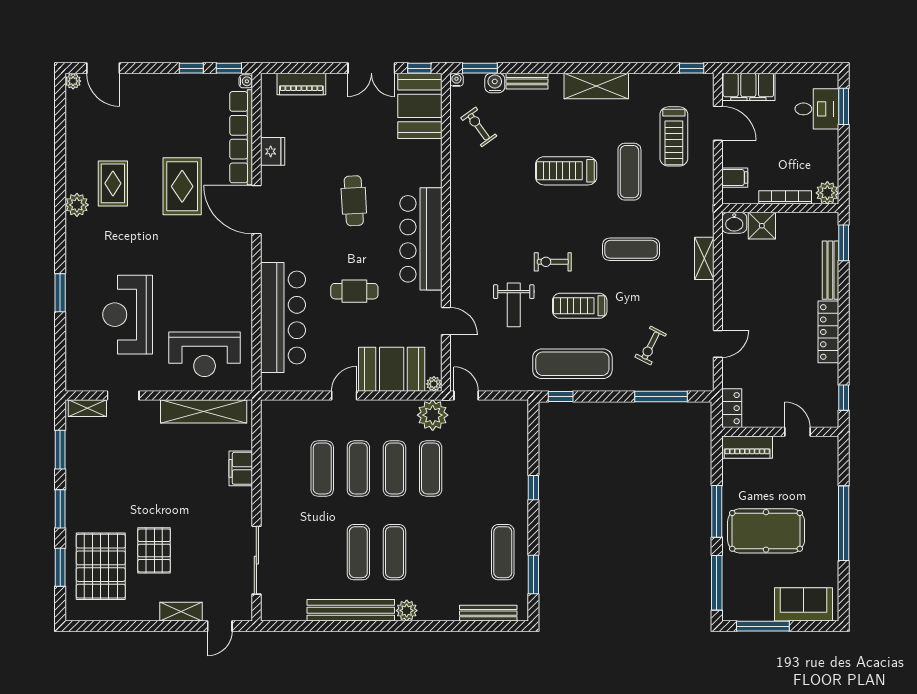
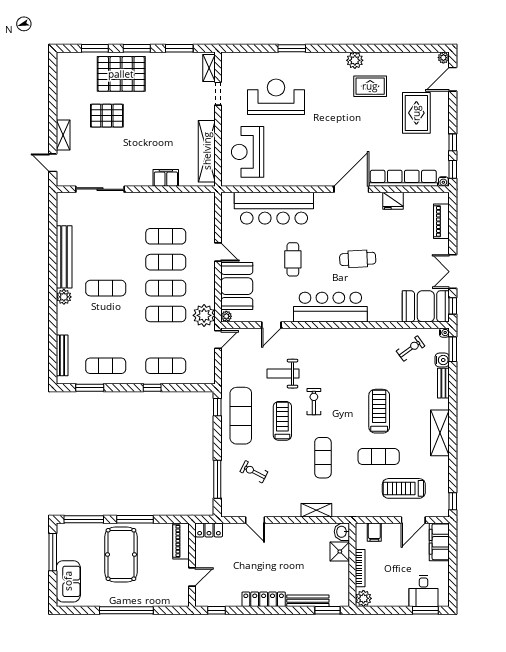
rug: (182, 186) -> (416, 113), moved, turned 90
exercise mat: (358, 552) -> (166, 366), moved
pallet: (101, 566) -> (121, 74), moved

